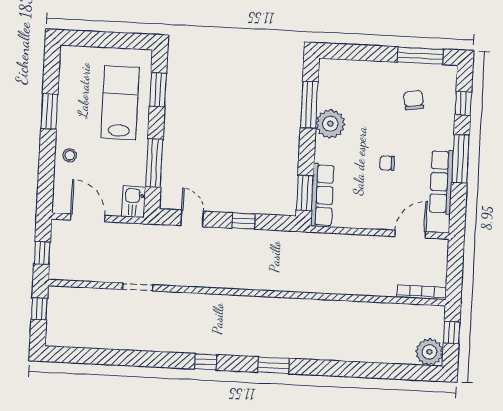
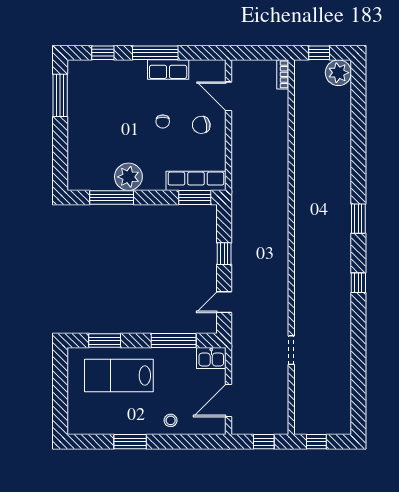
chair: (414, 100) -> (201, 125), moved
row of seats: (441, 182) -> (168, 70), width x0.68
bookcase: (422, 292) -> (283, 74), width x0.64

